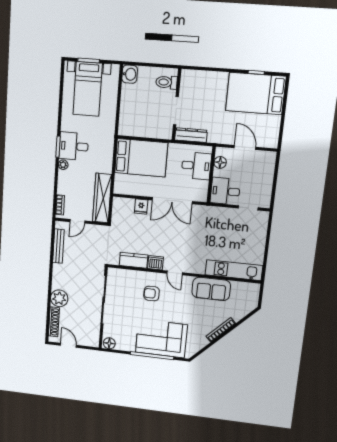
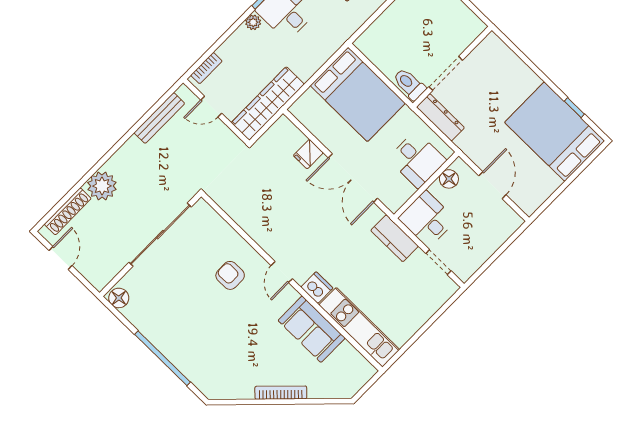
toilet: (166, 82) -> (409, 84), moved
kitchen counter: (134, 260) -> (395, 238), moved, turned 180
dishwasher: (155, 263) -> (317, 288), moved
corner sofa: (161, 339) -> (194, 345), removed

